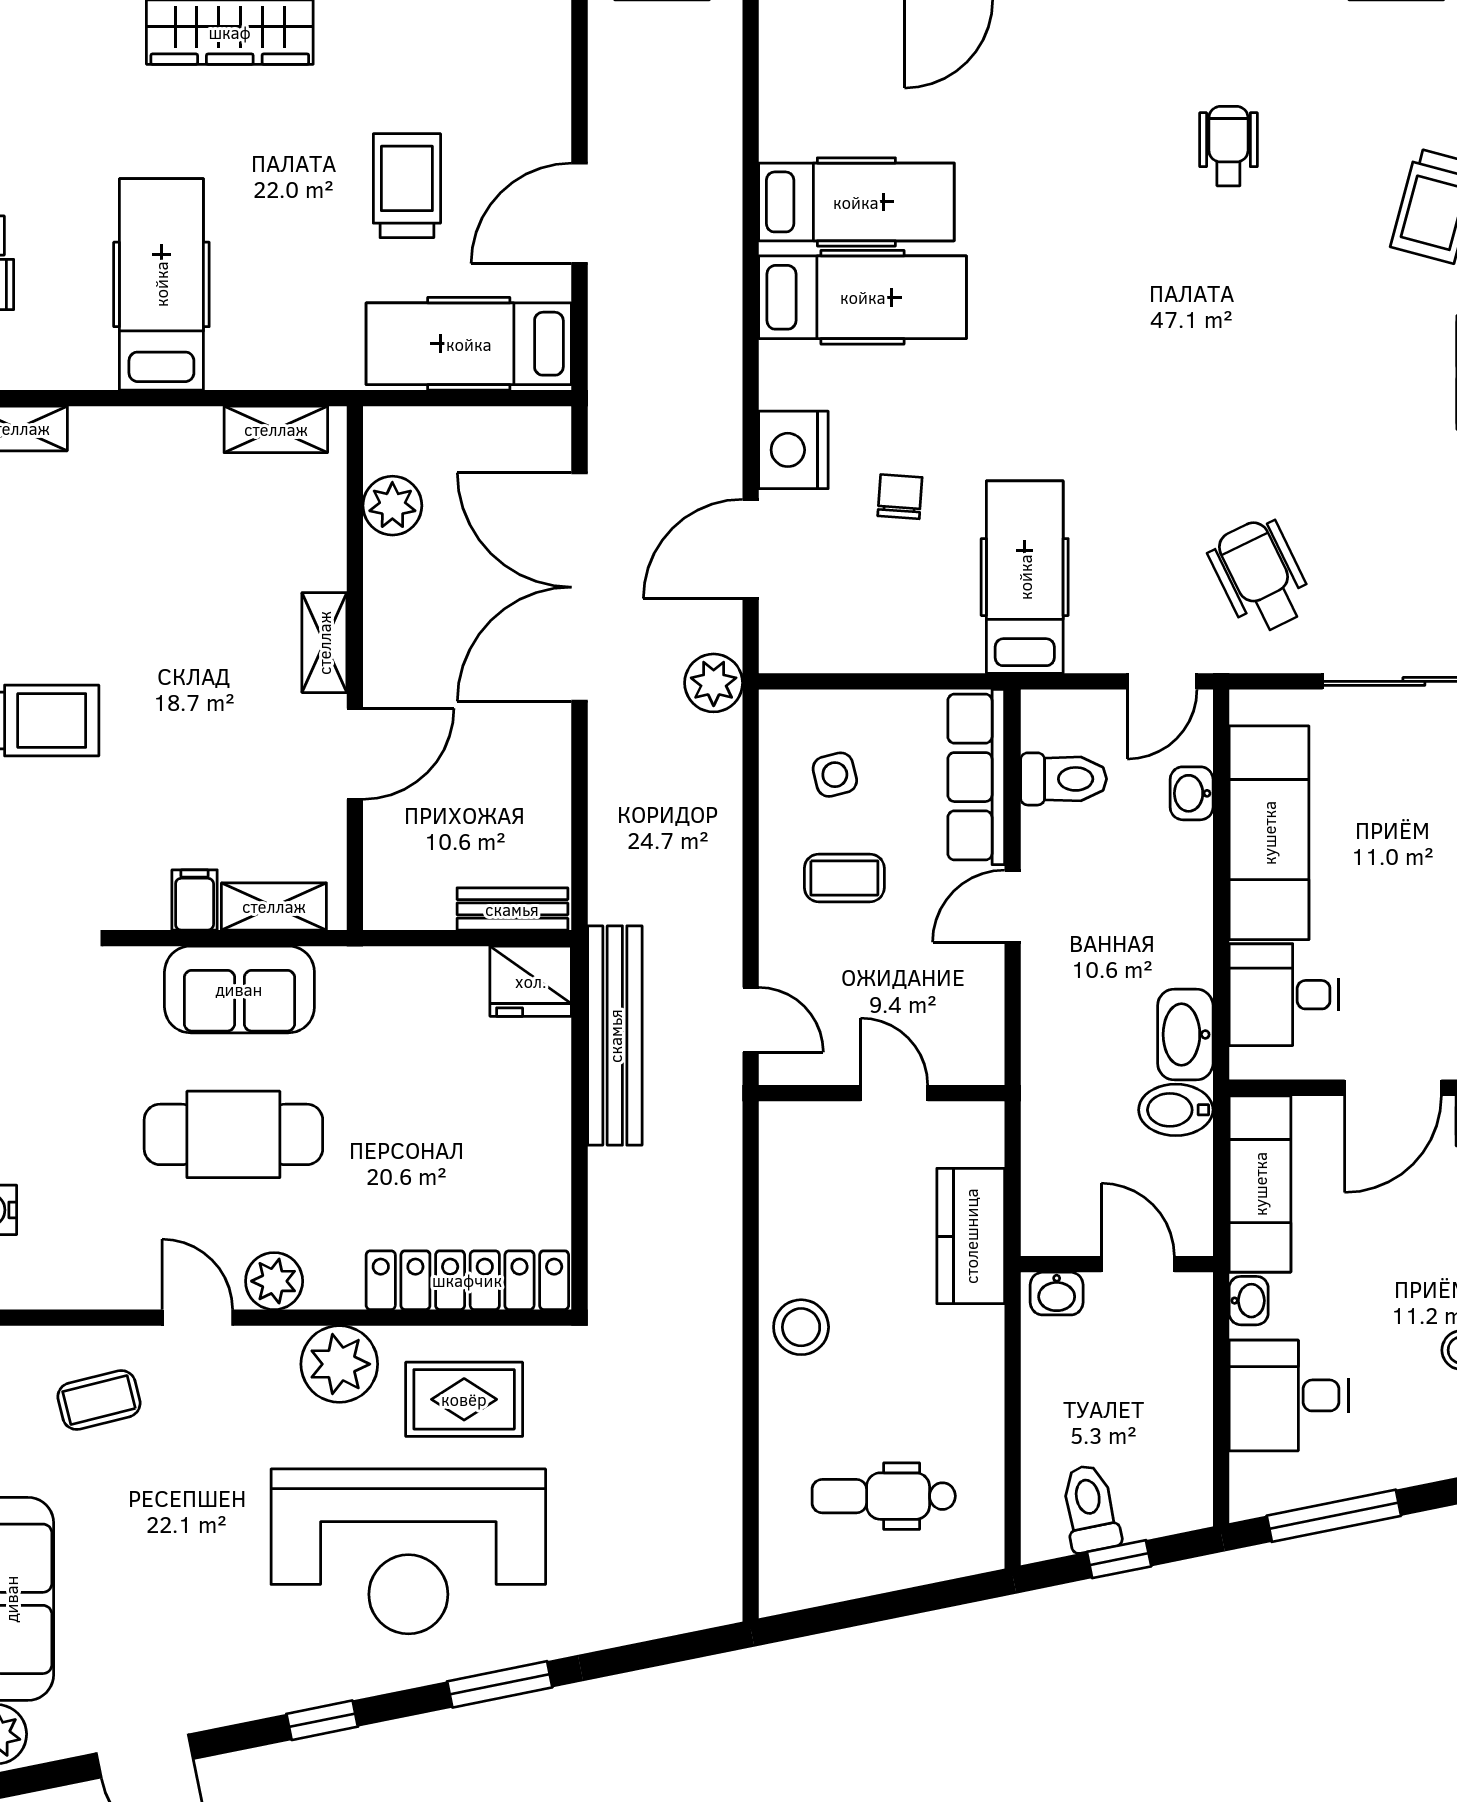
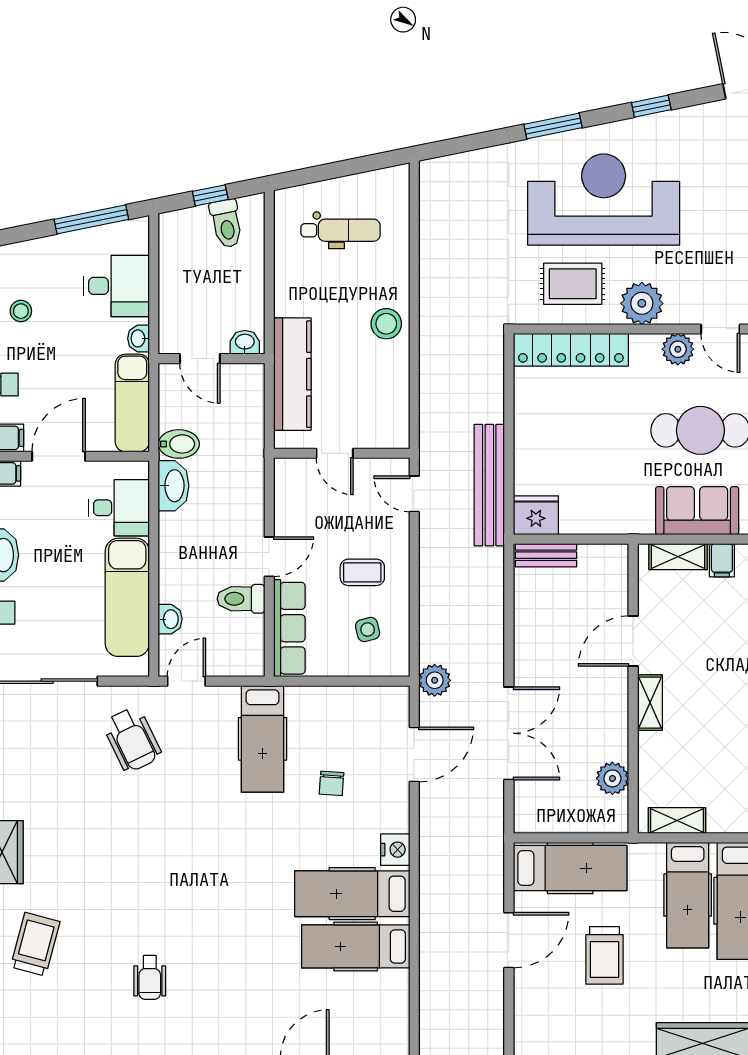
hospital bed: (256, 295) -> (688, 895), added
nightstand: (793, 450) -> (395, 850), moved, width x0.74, depth x0.75
double door: (580, 587) -> (509, 733), width x0.73
toilet: (1064, 779) -> (241, 599), moved
kitchen counter: (971, 1236) -> (292, 374), width x1.50

